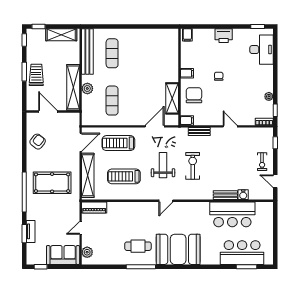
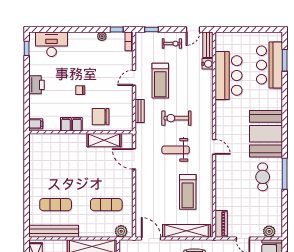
plant: (87, 88) -> (121, 231), moved
filing cabinet: (187, 121) -> (66, 124), moved
treadmill: (118, 143) -> (160, 81), moved
bench: (225, 195) -> (208, 45), moved

